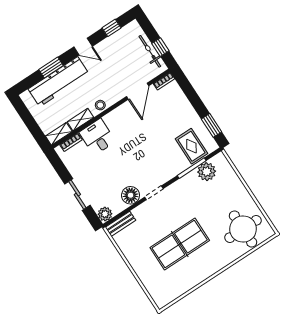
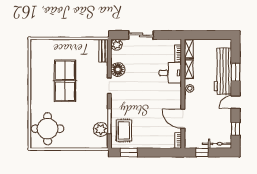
bicycle: (150, 51) -> (217, 144), moved
rug: (191, 146) -> (124, 130), turned 90

